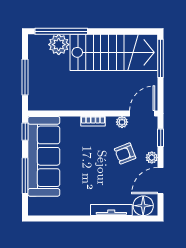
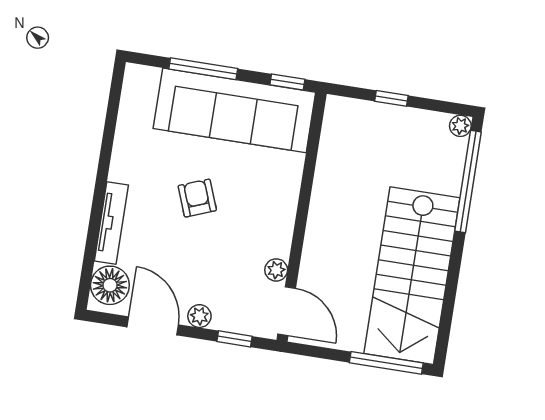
plant: (59, 45) -> (460, 126), moved, width x0.53, depth x0.53
window: (25, 77) -> (391, 98), width x0.46
bookcase: (93, 121) -> (287, 215), removed
armchair: (125, 153) -> (197, 198), moved

